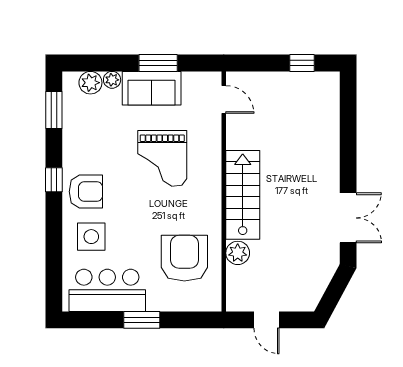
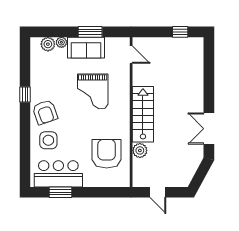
window: (54, 110) -> (25, 61), removed
window: (54, 180) -> (25, 94), moved
armchair: (86, 192) -> (45, 112), turned 71
double door: (348, 218) -> (209, 129), swing flipped
window: (142, 320) -> (61, 192), moved

